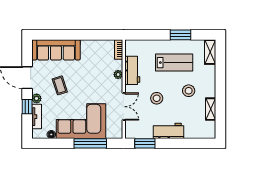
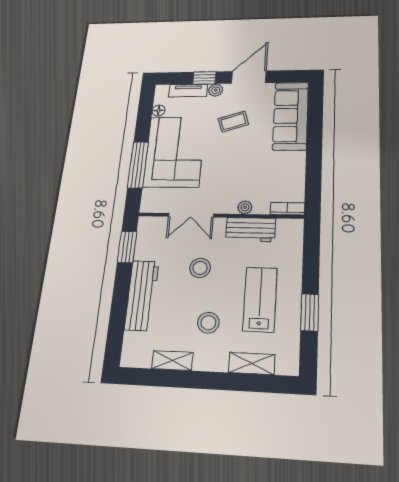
shelving: (210, 52) -> (252, 363), moved
lab bench: (174, 63) -> (260, 299), turned 180
workbench: (169, 131) -> (142, 295), width x1.37

